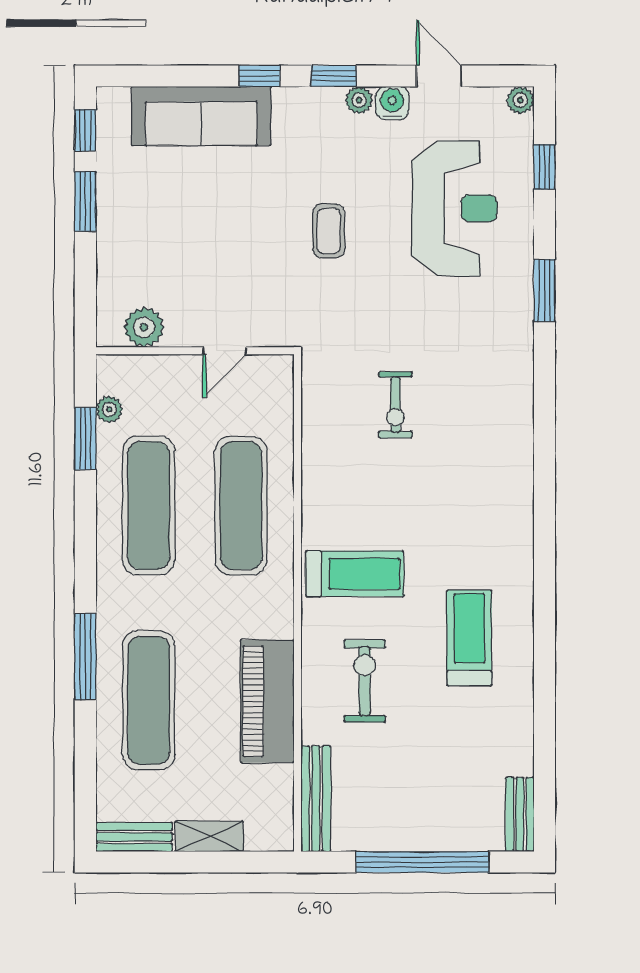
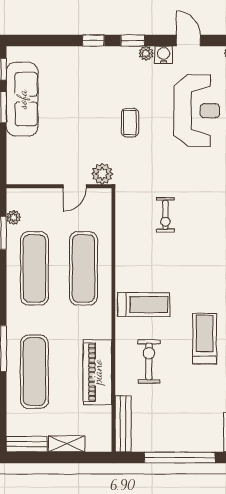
sofa: (201, 116) -> (22, 99), moved, turned -90
plant: (144, 327) -> (102, 174), moved

